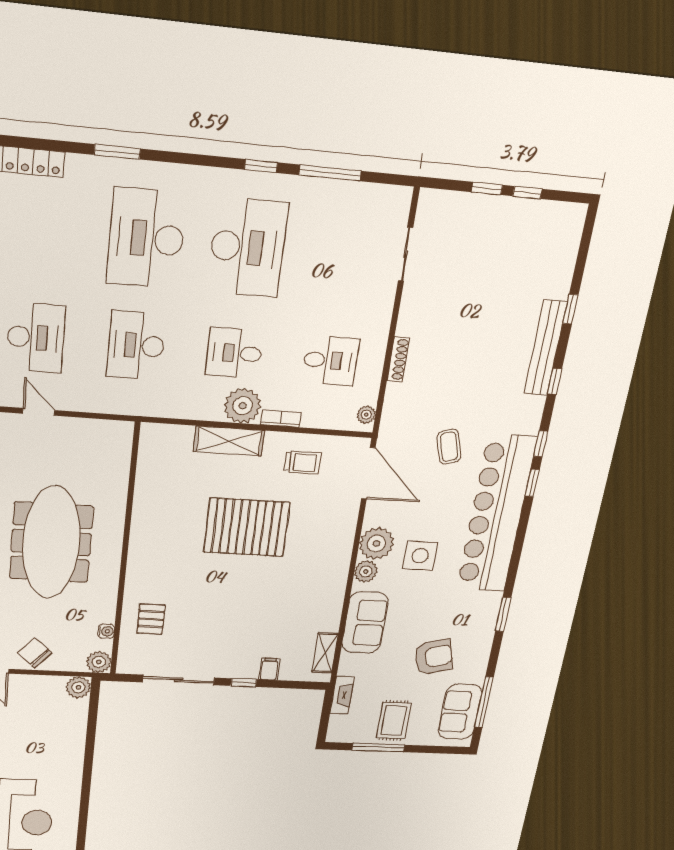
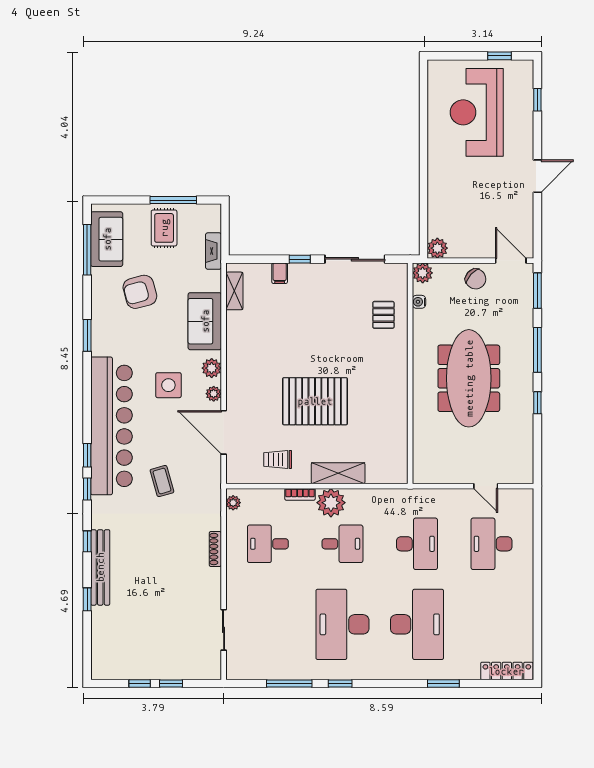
door: (368, 473) -> (224, 432), moved
plant: (376, 543) -> (214, 394), width x0.53, depth x0.53

